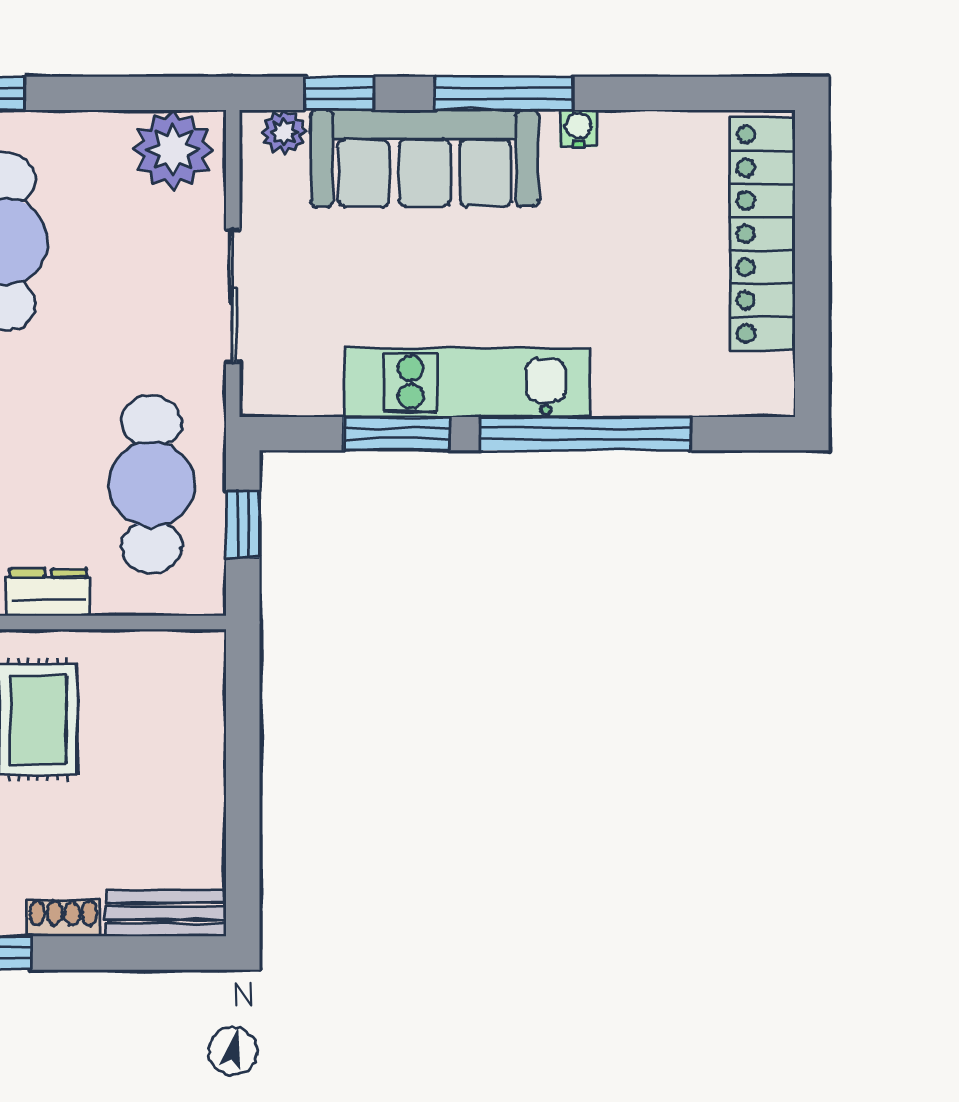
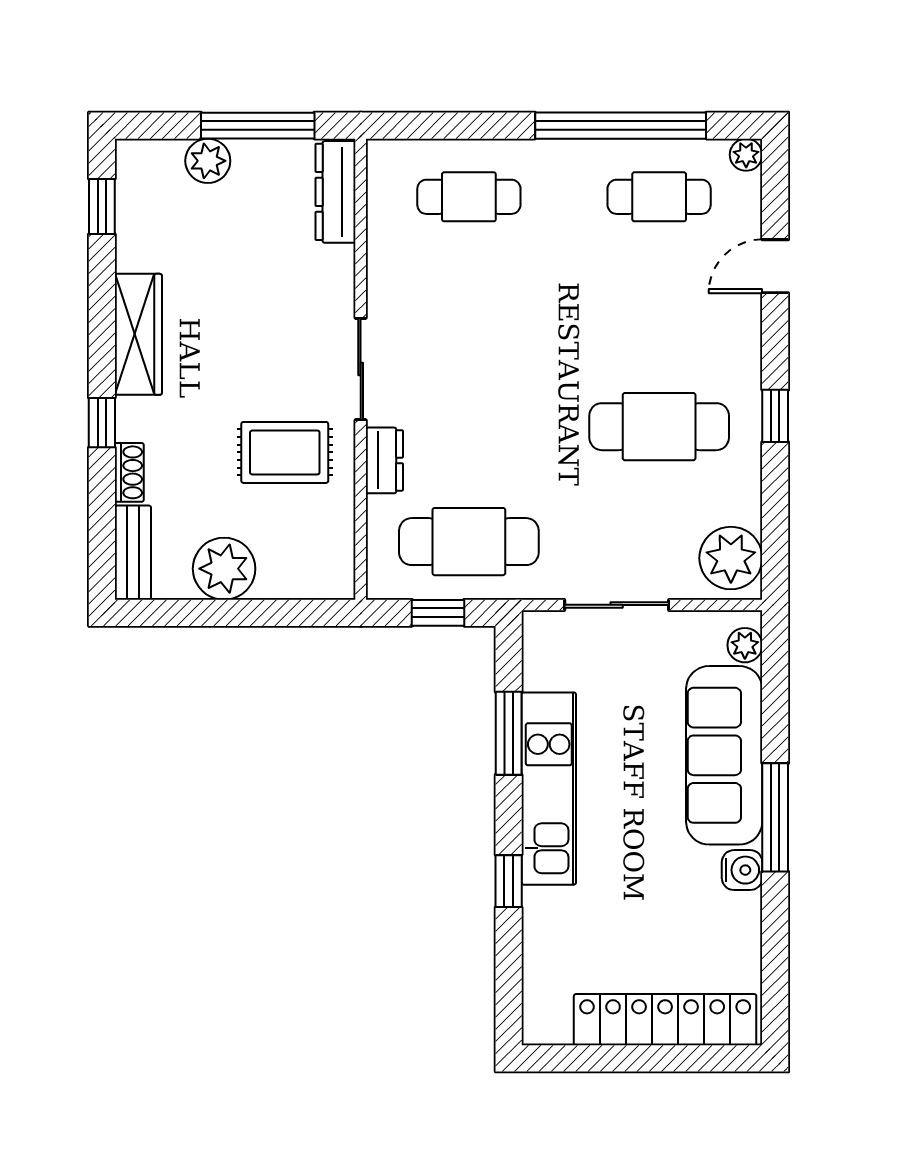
window: (339, 93) -> (775, 688), removed
water cooler: (578, 128) -> (742, 870), width x1.38, depth x1.38
window: (585, 434) -> (509, 881), width x0.32
plant: (186, 797) -> (224, 569), added

